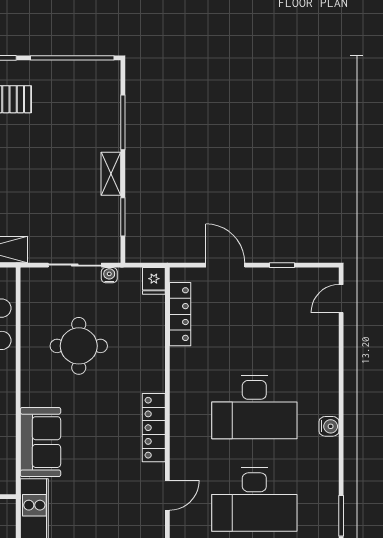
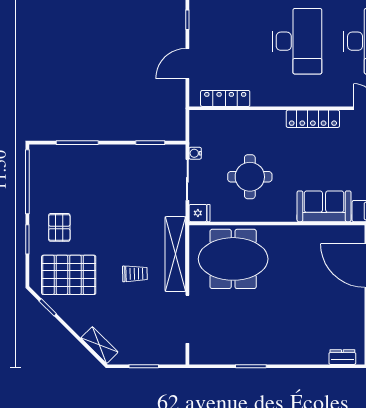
shelving: (111, 174) -> (117, 152), removed
fridge: (154, 281) -> (200, 213), moved

